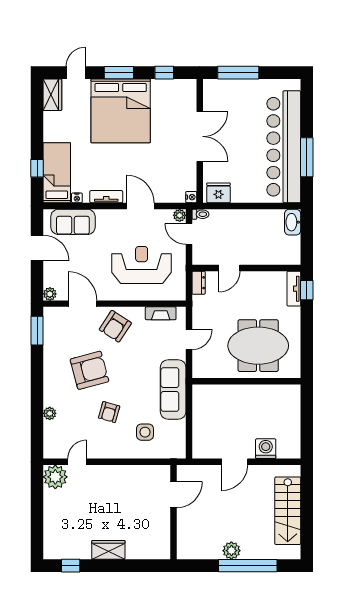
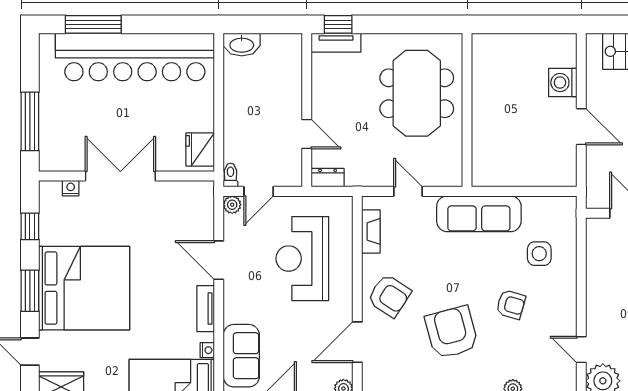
window: (307, 157) -> (93, 24), moved
nightstand: (191, 197) -> (71, 188), moved
door: (140, 206) -> (219, 260), hinge flipped

